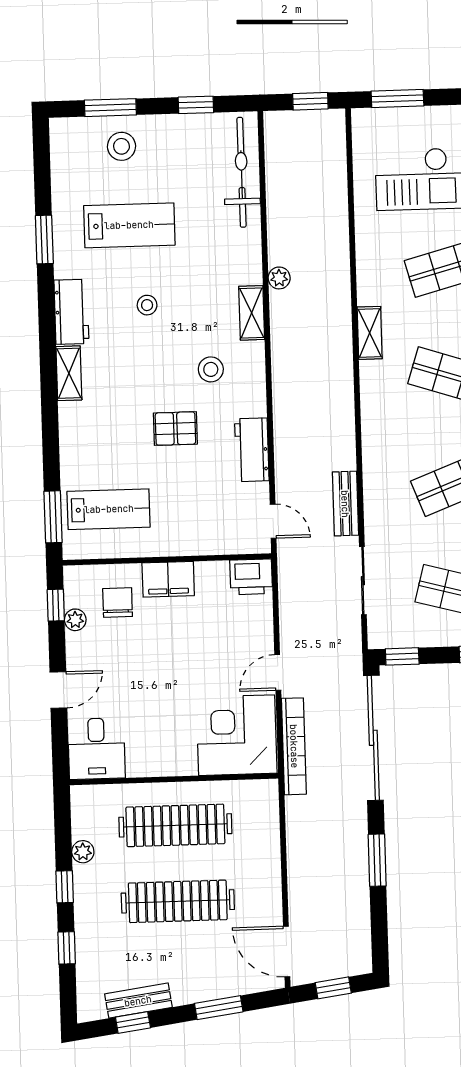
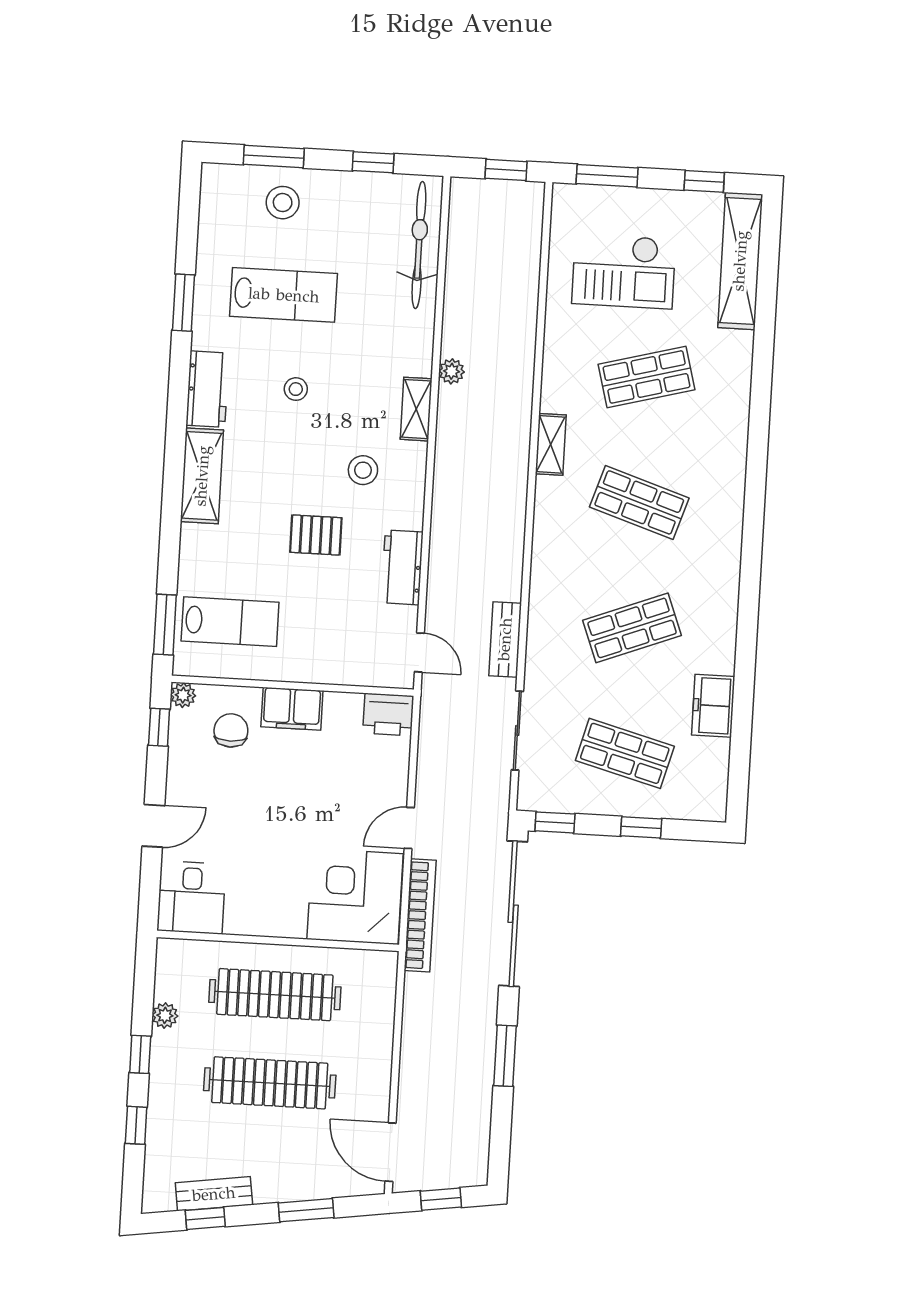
shelving: (69, 373) -> (202, 476), width x1.50, depth x1.33
plant: (75, 620) -> (183, 695), moved

